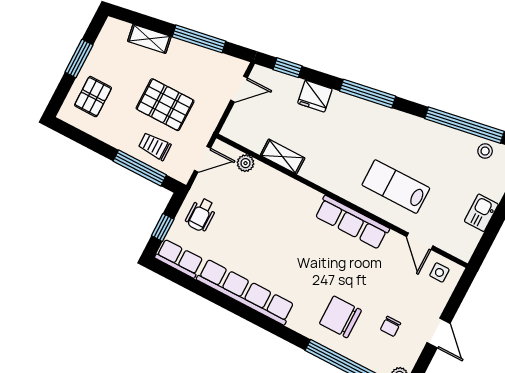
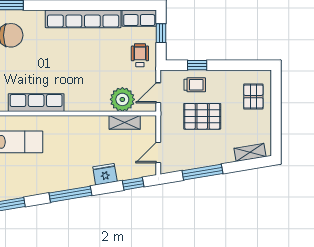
shelving: (149, 39) -> (250, 152), moved
window: (79, 58) -> (276, 117), removed
shelving: (283, 157) -> (125, 122), moved
plant: (246, 163) -> (122, 99), width x1.88, depth x1.88
window: (140, 168) -> (197, 65), width x0.46

